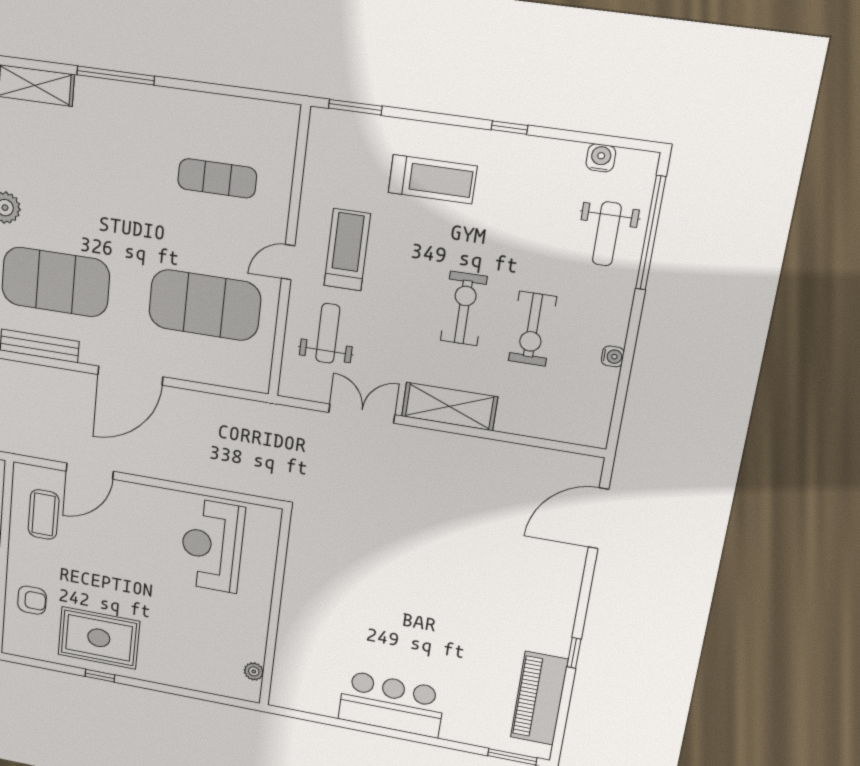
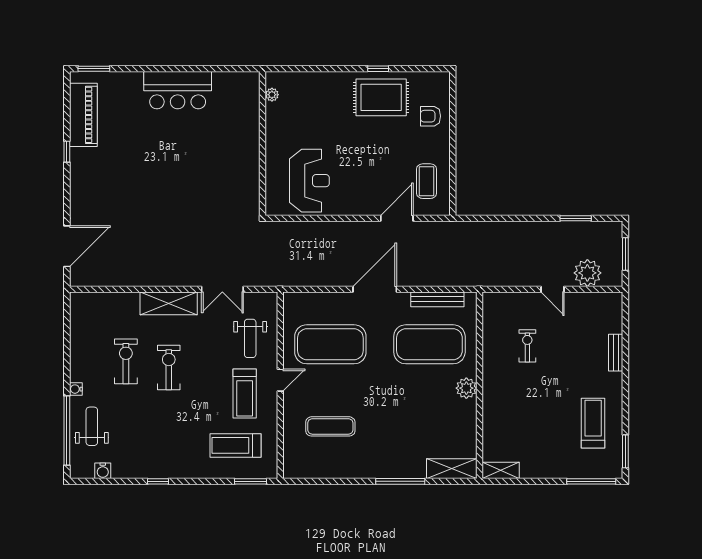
treadmill: (432, 179) -> (235, 445), moved
exercise bike: (464, 309) -> (169, 368), turned 180
water cooler: (613, 356) -> (76, 389), moved

